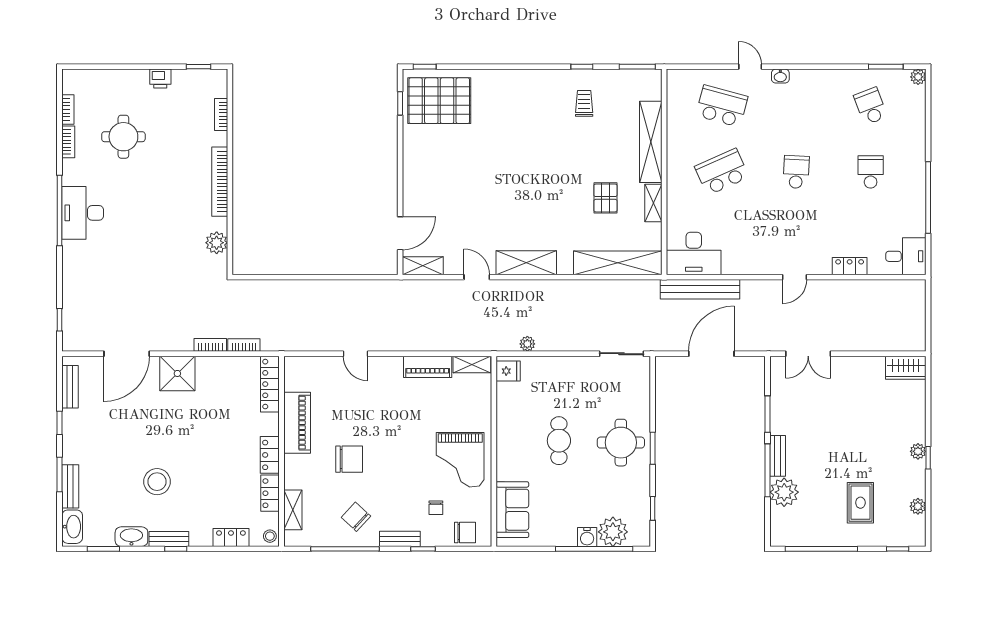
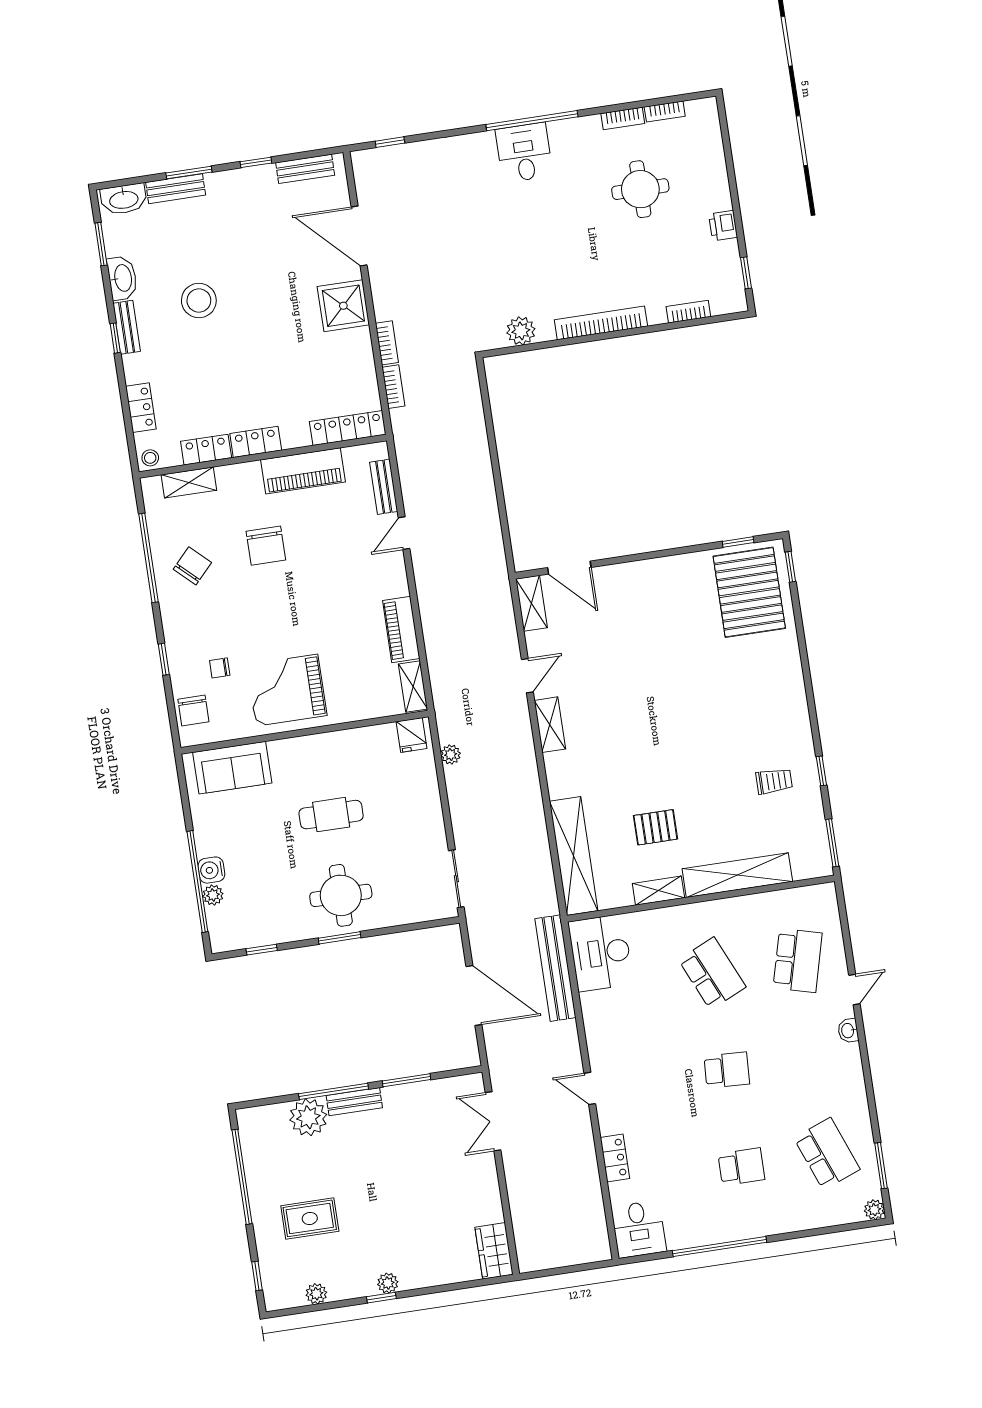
school desk: (871, 106) -> (827, 1154), width x1.85
desk: (83, 213) -> (524, 153), width x0.73
shelving: (526, 263) -> (550, 725), width x0.67, depth x0.75
plant: (613, 532) -> (213, 895), width x0.53, depth x0.53
bench: (400, 539) -> (384, 487), moved

